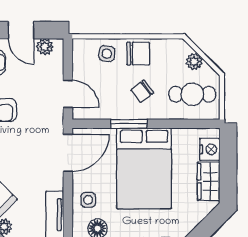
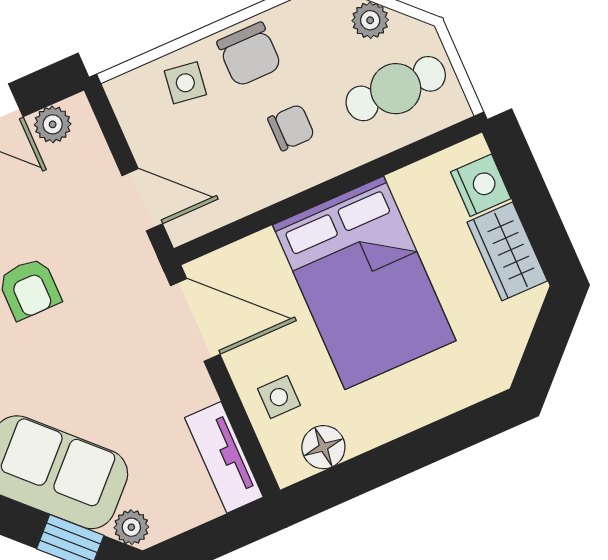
chair: (138, 54) -> (249, 54), turned 90
chair: (142, 91) -> (291, 127), turned -143
window: (129, 124) -> (294, 206), removed
door: (68, 153) -> (195, 320), hinge flipped

